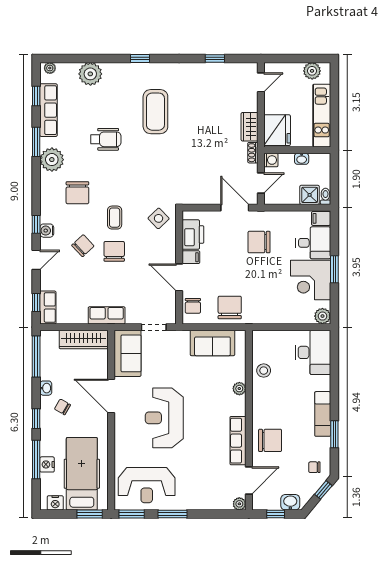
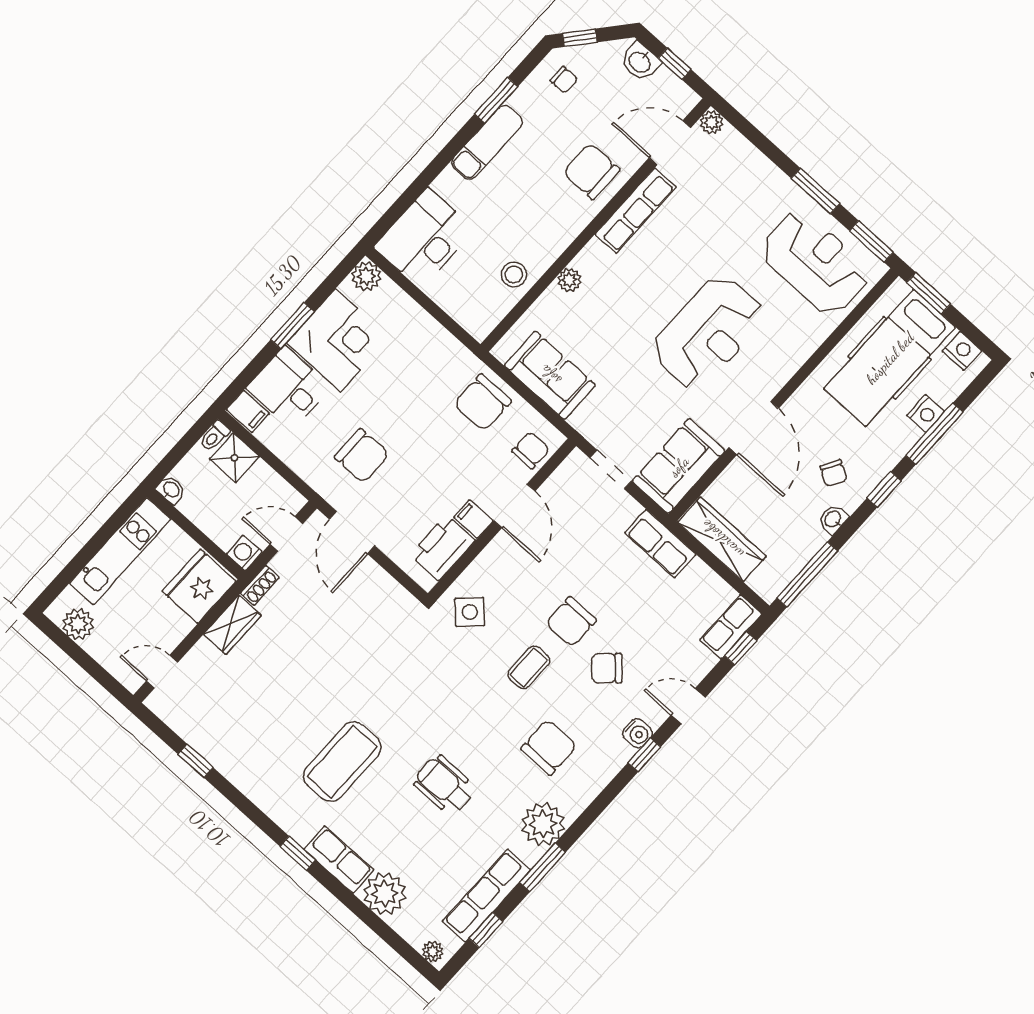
row of seats: (121, 71) -> (339, 860), added
washbasin: (302, 159) -> (171, 490), moved

